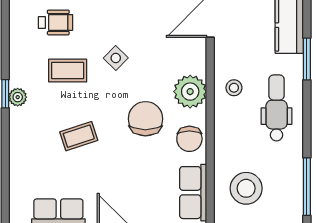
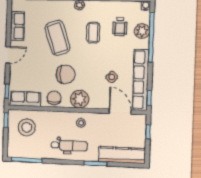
side table: (116, 58) -> (112, 77), moved
coffee table: (79, 136) -> (57, 38), width x1.86, depth x1.72
chair: (189, 139) -> (54, 98), turned 90

